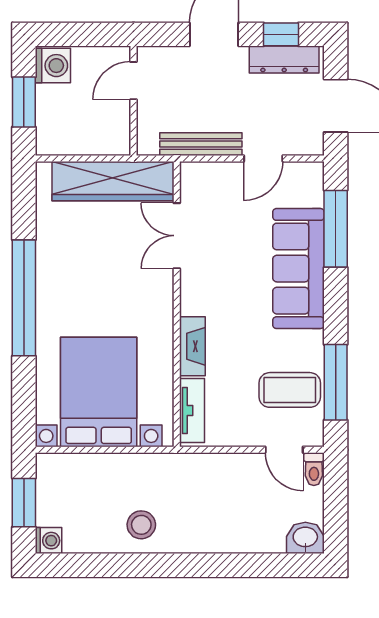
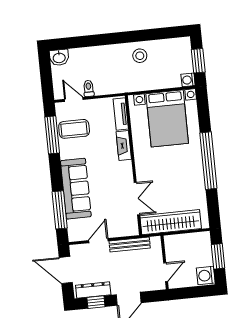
toilet: (314, 469) -> (89, 88), moved
washing machine: (49, 541) -> (188, 80), moved

